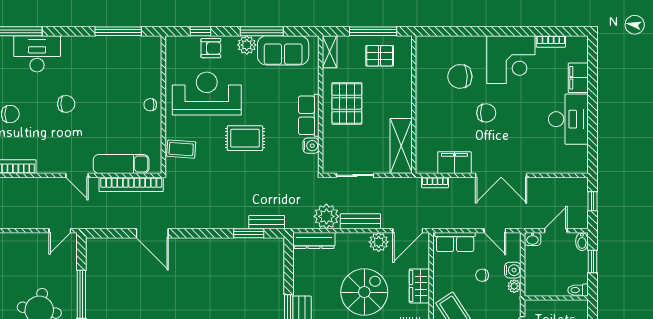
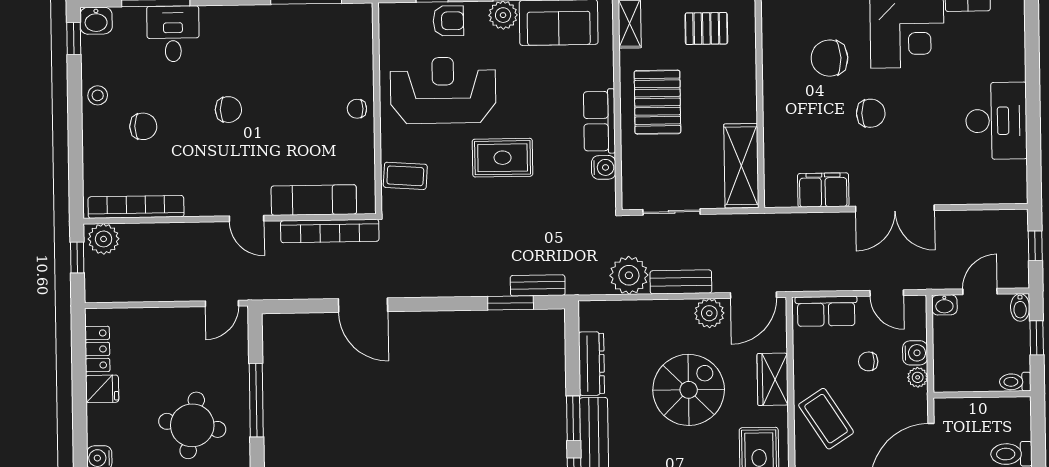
desk: (37, 54) -> (173, 34), width x0.73
filing cabinet: (578, 78) -> (1011, 57), removed
bookcase: (435, 182) -> (794, 221), removed
dresser: (314, 241) -> (592, 364), moved, turned -90

